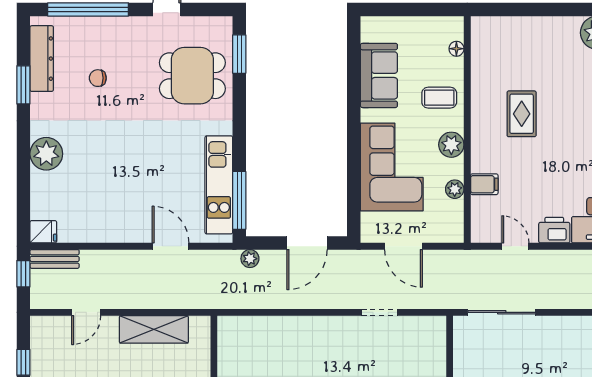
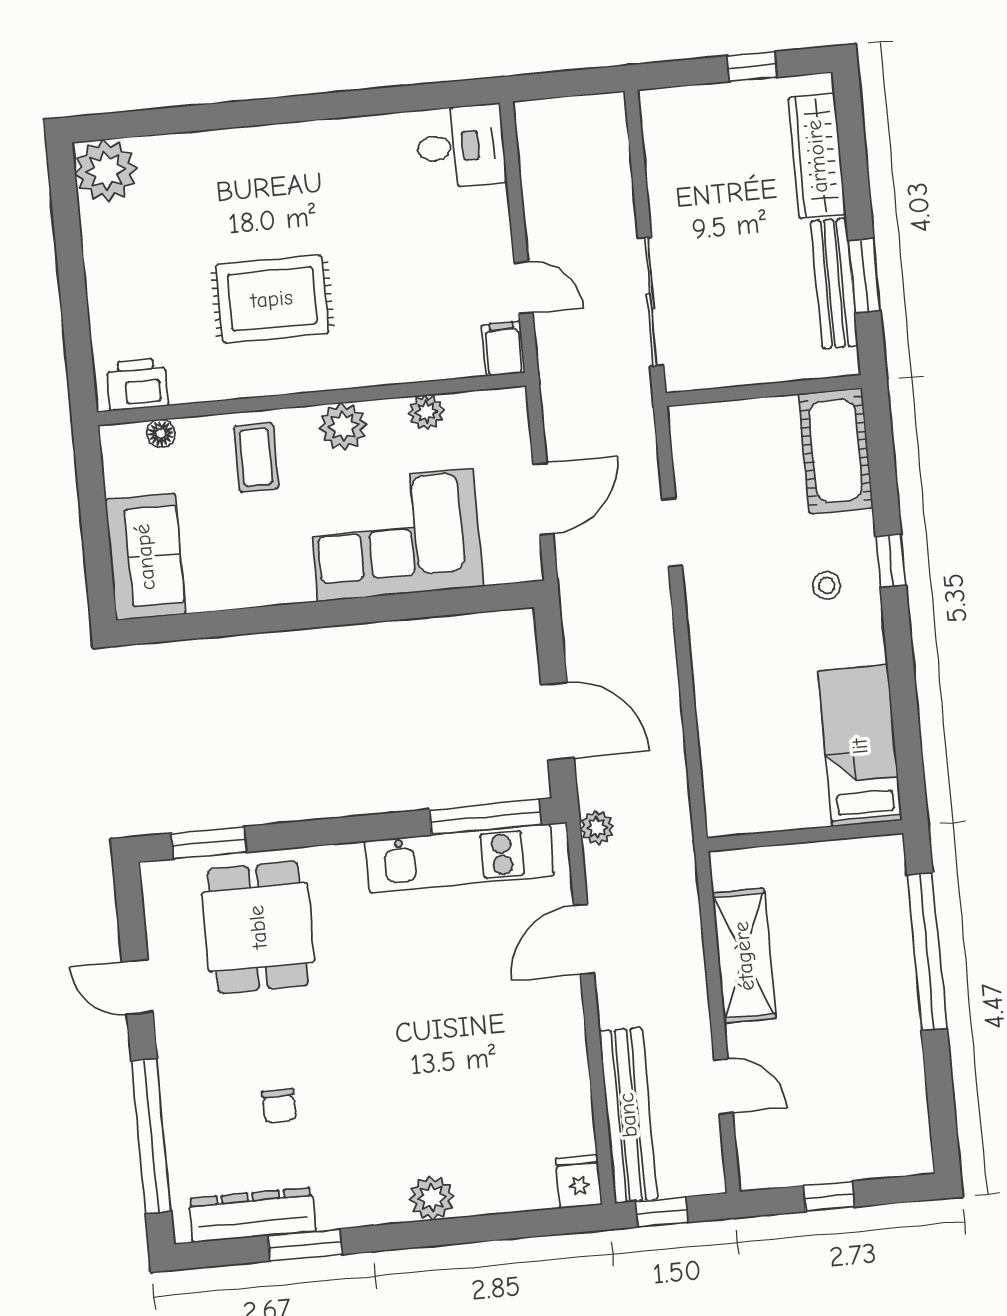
sofa: (379, 75) -> (145, 557), moved, turned 90
rug: (522, 114) -> (272, 299), width x1.36, depth x1.43
plant: (46, 154) -> (432, 1198), width x0.73, depth x0.73
filing cabinet: (484, 184) -> (503, 349), moved
printer: (554, 230) -> (137, 384), moved, turned 90
door: (307, 243) -> (557, 721), moved
door: (515, 246) -> (524, 288), swing flipped
bench: (55, 259) -> (628, 1115), width x1.86, depth x1.21
plant: (250, 259) -> (597, 828), moved

